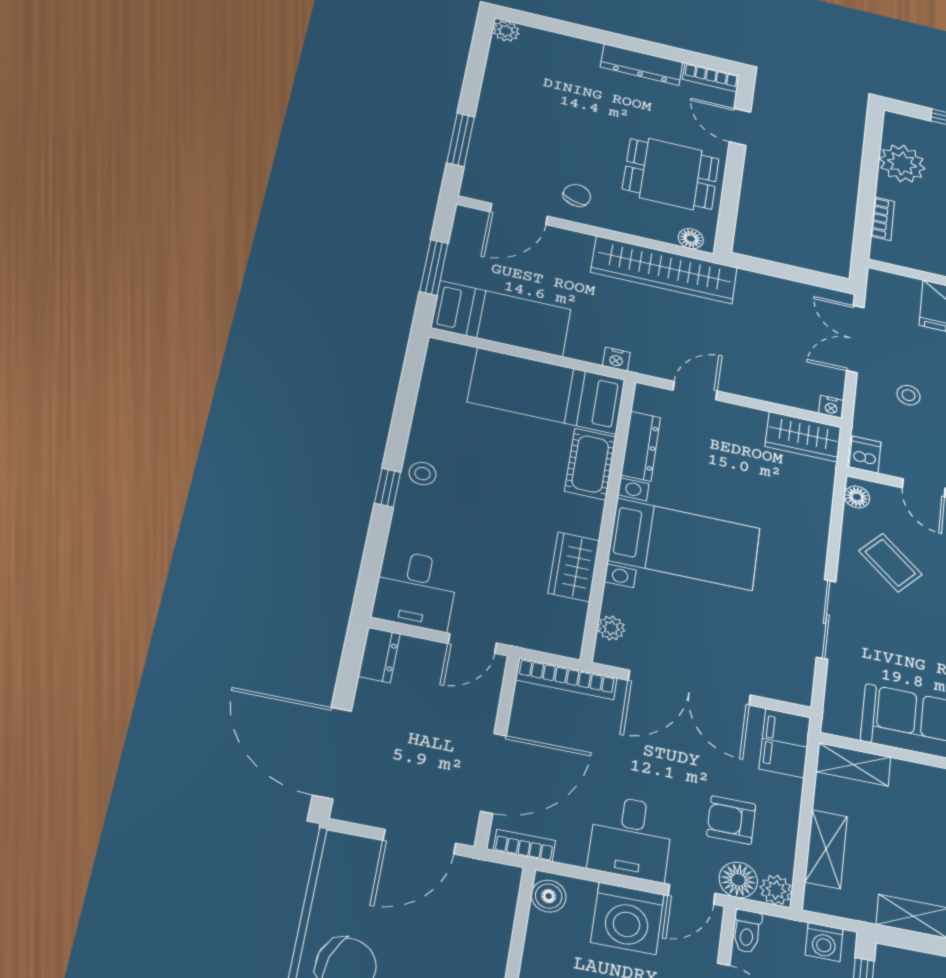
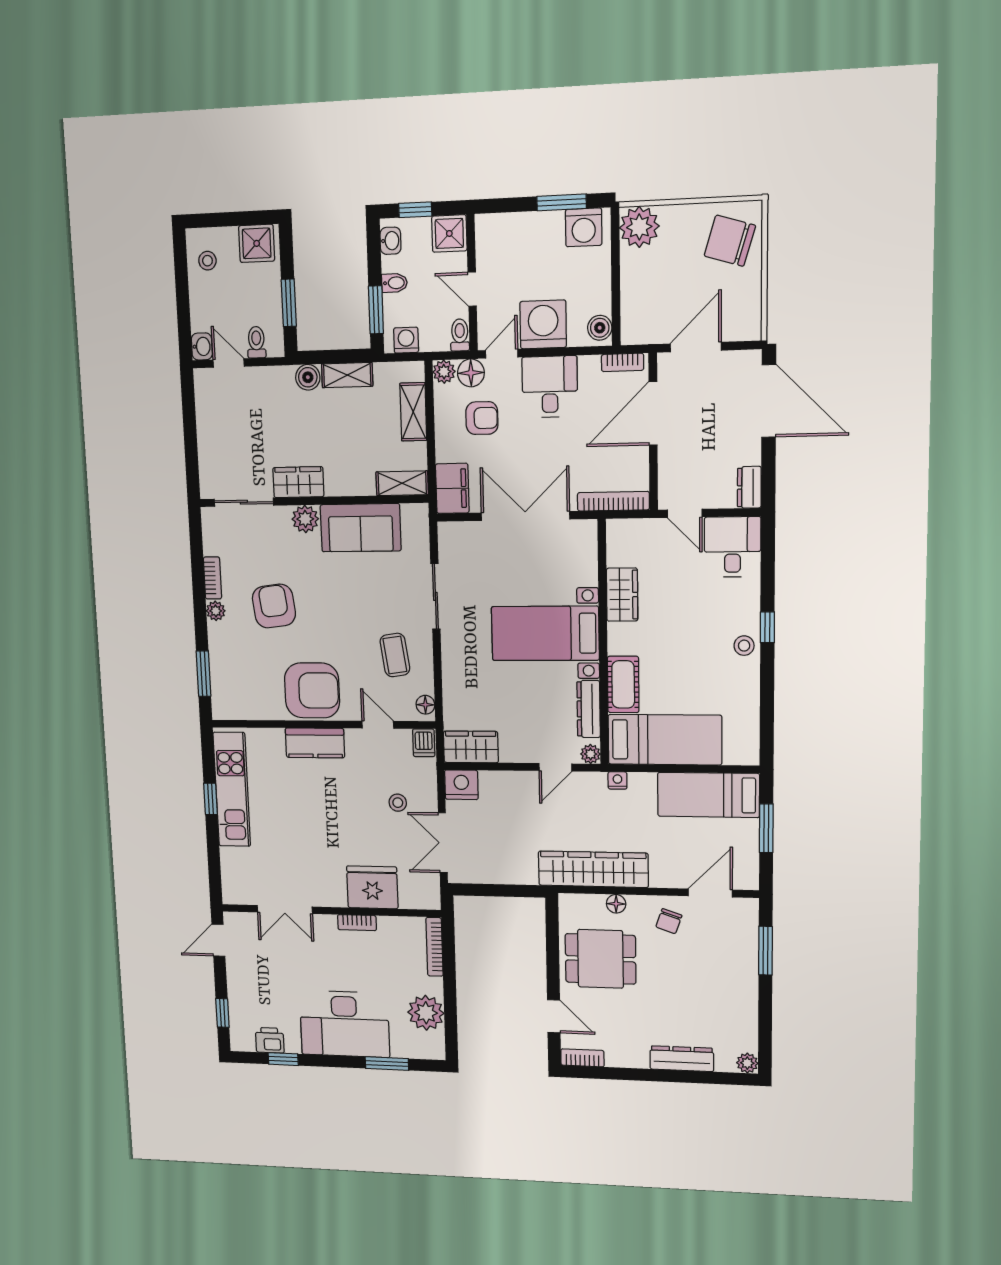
dresser: (642, 65) -> (682, 1059), moved
bookcase: (883, 219) -> (434, 947), width x1.56
floor lamp: (691, 239) -> (616, 904), moved
double door: (855, 339) -> (443, 843), swing flipped
nightstand: (831, 407) -> (461, 785), width x1.89, depth x1.79
coffee table: (890, 563) -> (395, 655), turned 41
plant: (611, 628) -> (591, 754), moved
door: (472, 643) -> (685, 513), swing flipped

